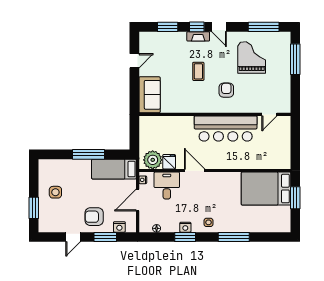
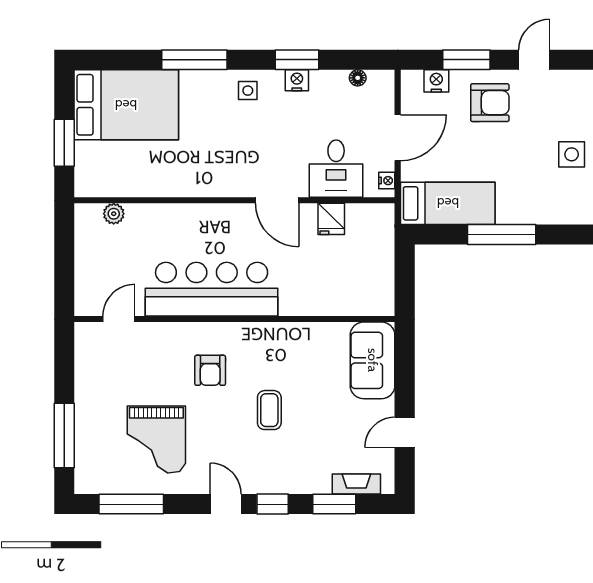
fireplace: (198, 36) -> (356, 484), moved
plant: (153, 160) -> (114, 214), moved, width x0.53, depth x0.53
bed: (266, 189) -> (126, 105), moved

